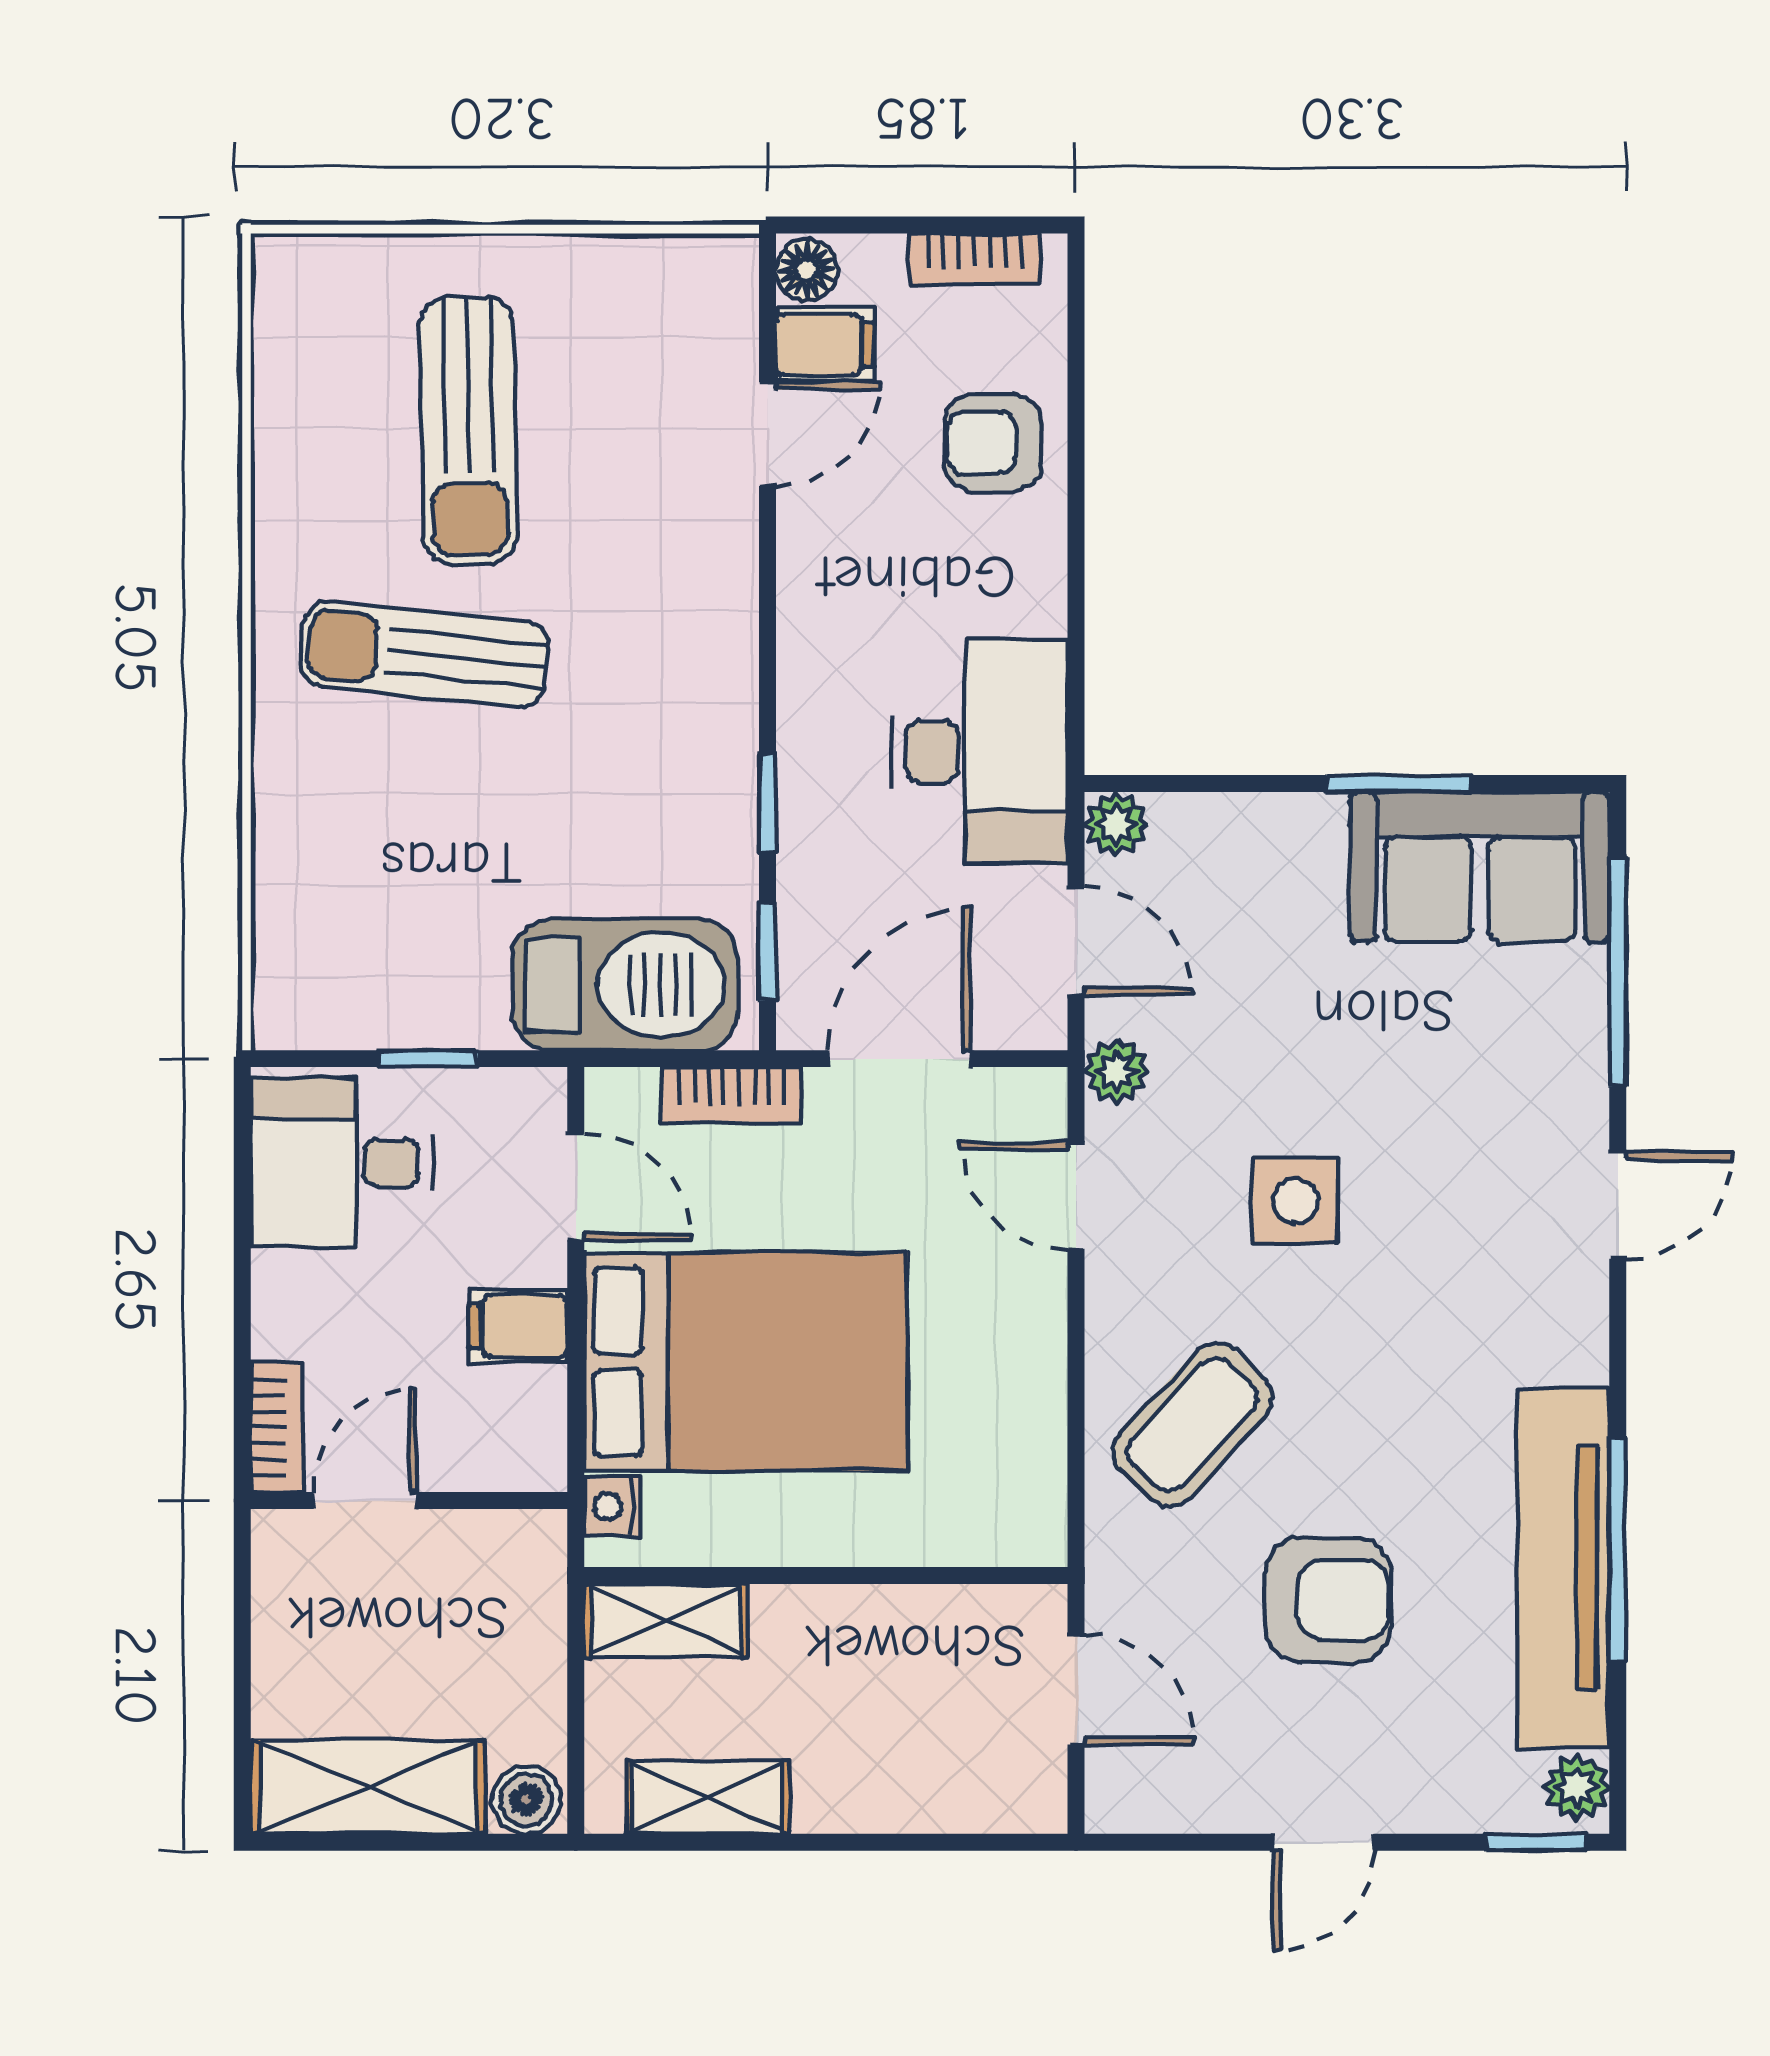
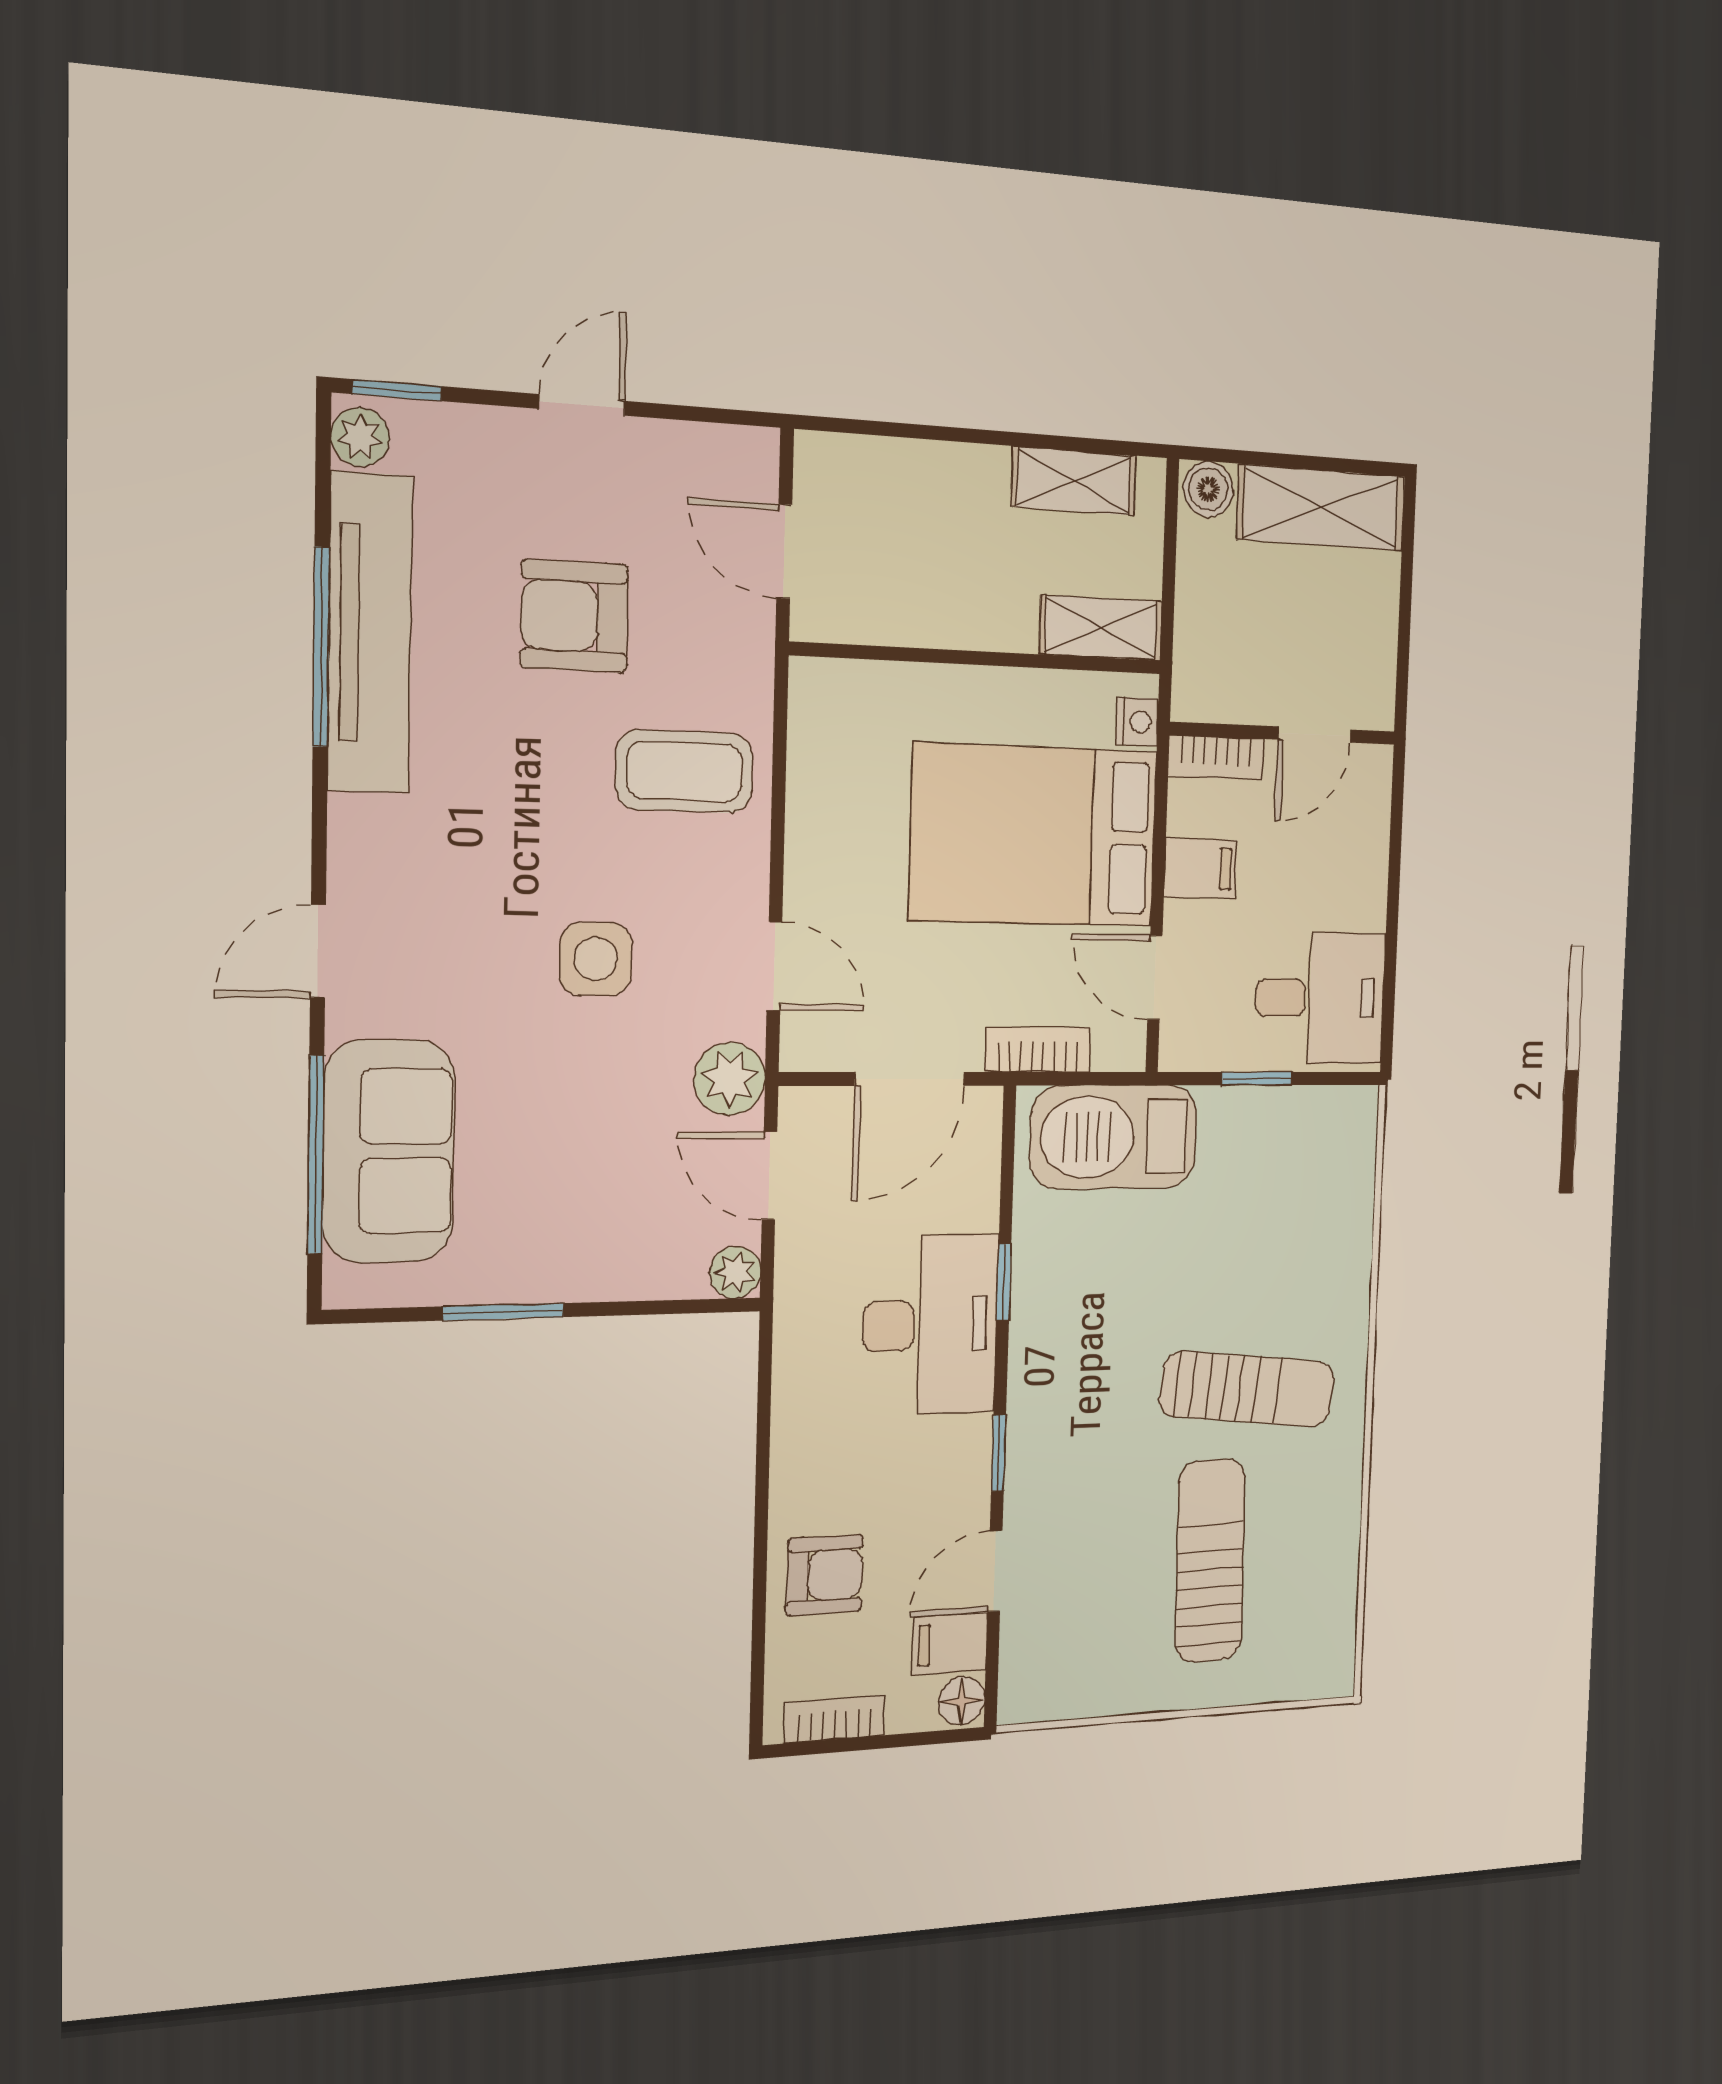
desk: (980, 752) -> (930, 1325), moved, turned 180
sofa: (1480, 867) -> (389, 1151), moved, turned 90
window: (767, 951) -> (999, 1453), moved
plant: (1116, 1071) -> (730, 1079), width x1.38, depth x1.38
coffee table: (1192, 1425) -> (685, 771), turned 47
bookcase: (277, 1427) -> (1216, 758), moved, turned -90

